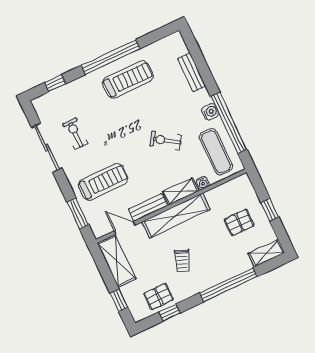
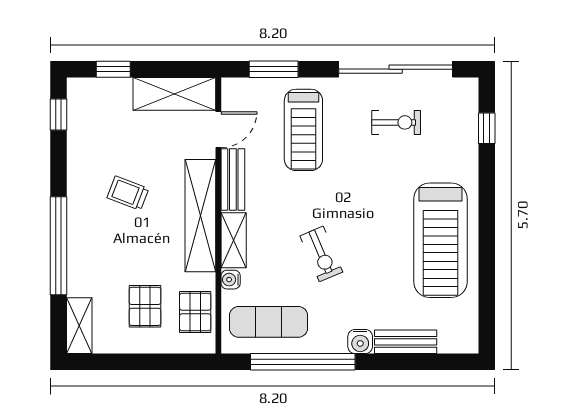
window: (111, 57) -> (487, 230), removed
treadmill: (128, 79) -> (441, 240), width x1.37, depth x1.38
water cooler: (210, 112) -> (360, 342), moved
exercise bike: (166, 140) -> (321, 254), turned 123
sliding door: (47, 148) -> (396, 69), width x1.36
window: (270, 210) -> (143, 362), removed
pallet: (158, 296) -> (195, 312), moved
window: (170, 313) -> (59, 115), moved

